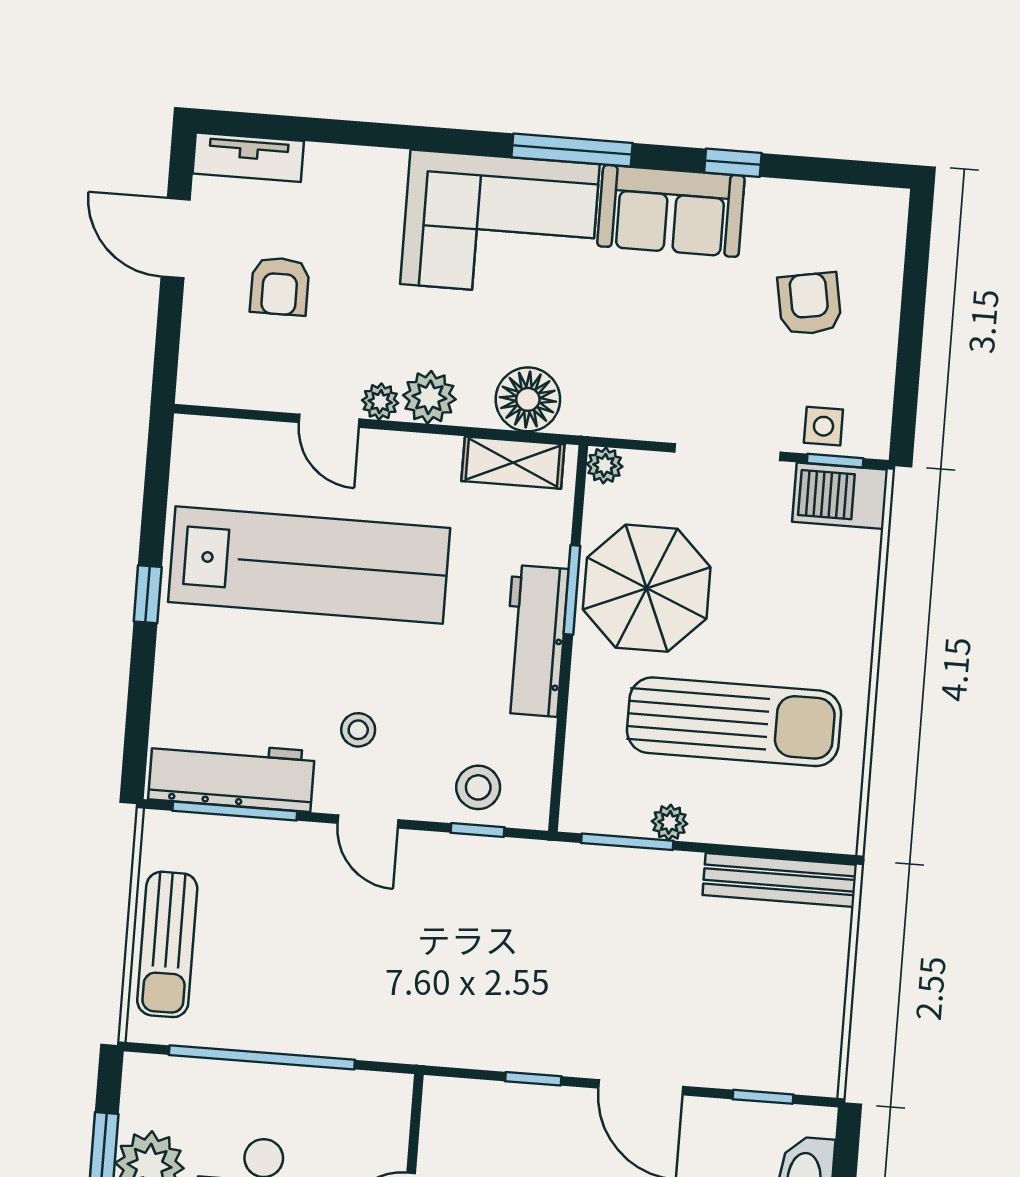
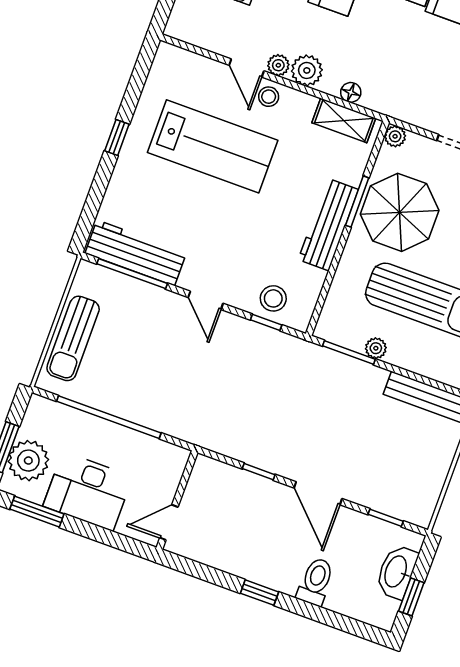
floor lamp: (528, 399) -> (351, 92), width x0.53, depth x0.53
lab bench: (309, 565) -> (213, 146), width x0.73
stool: (358, 730) -> (269, 97), moved

